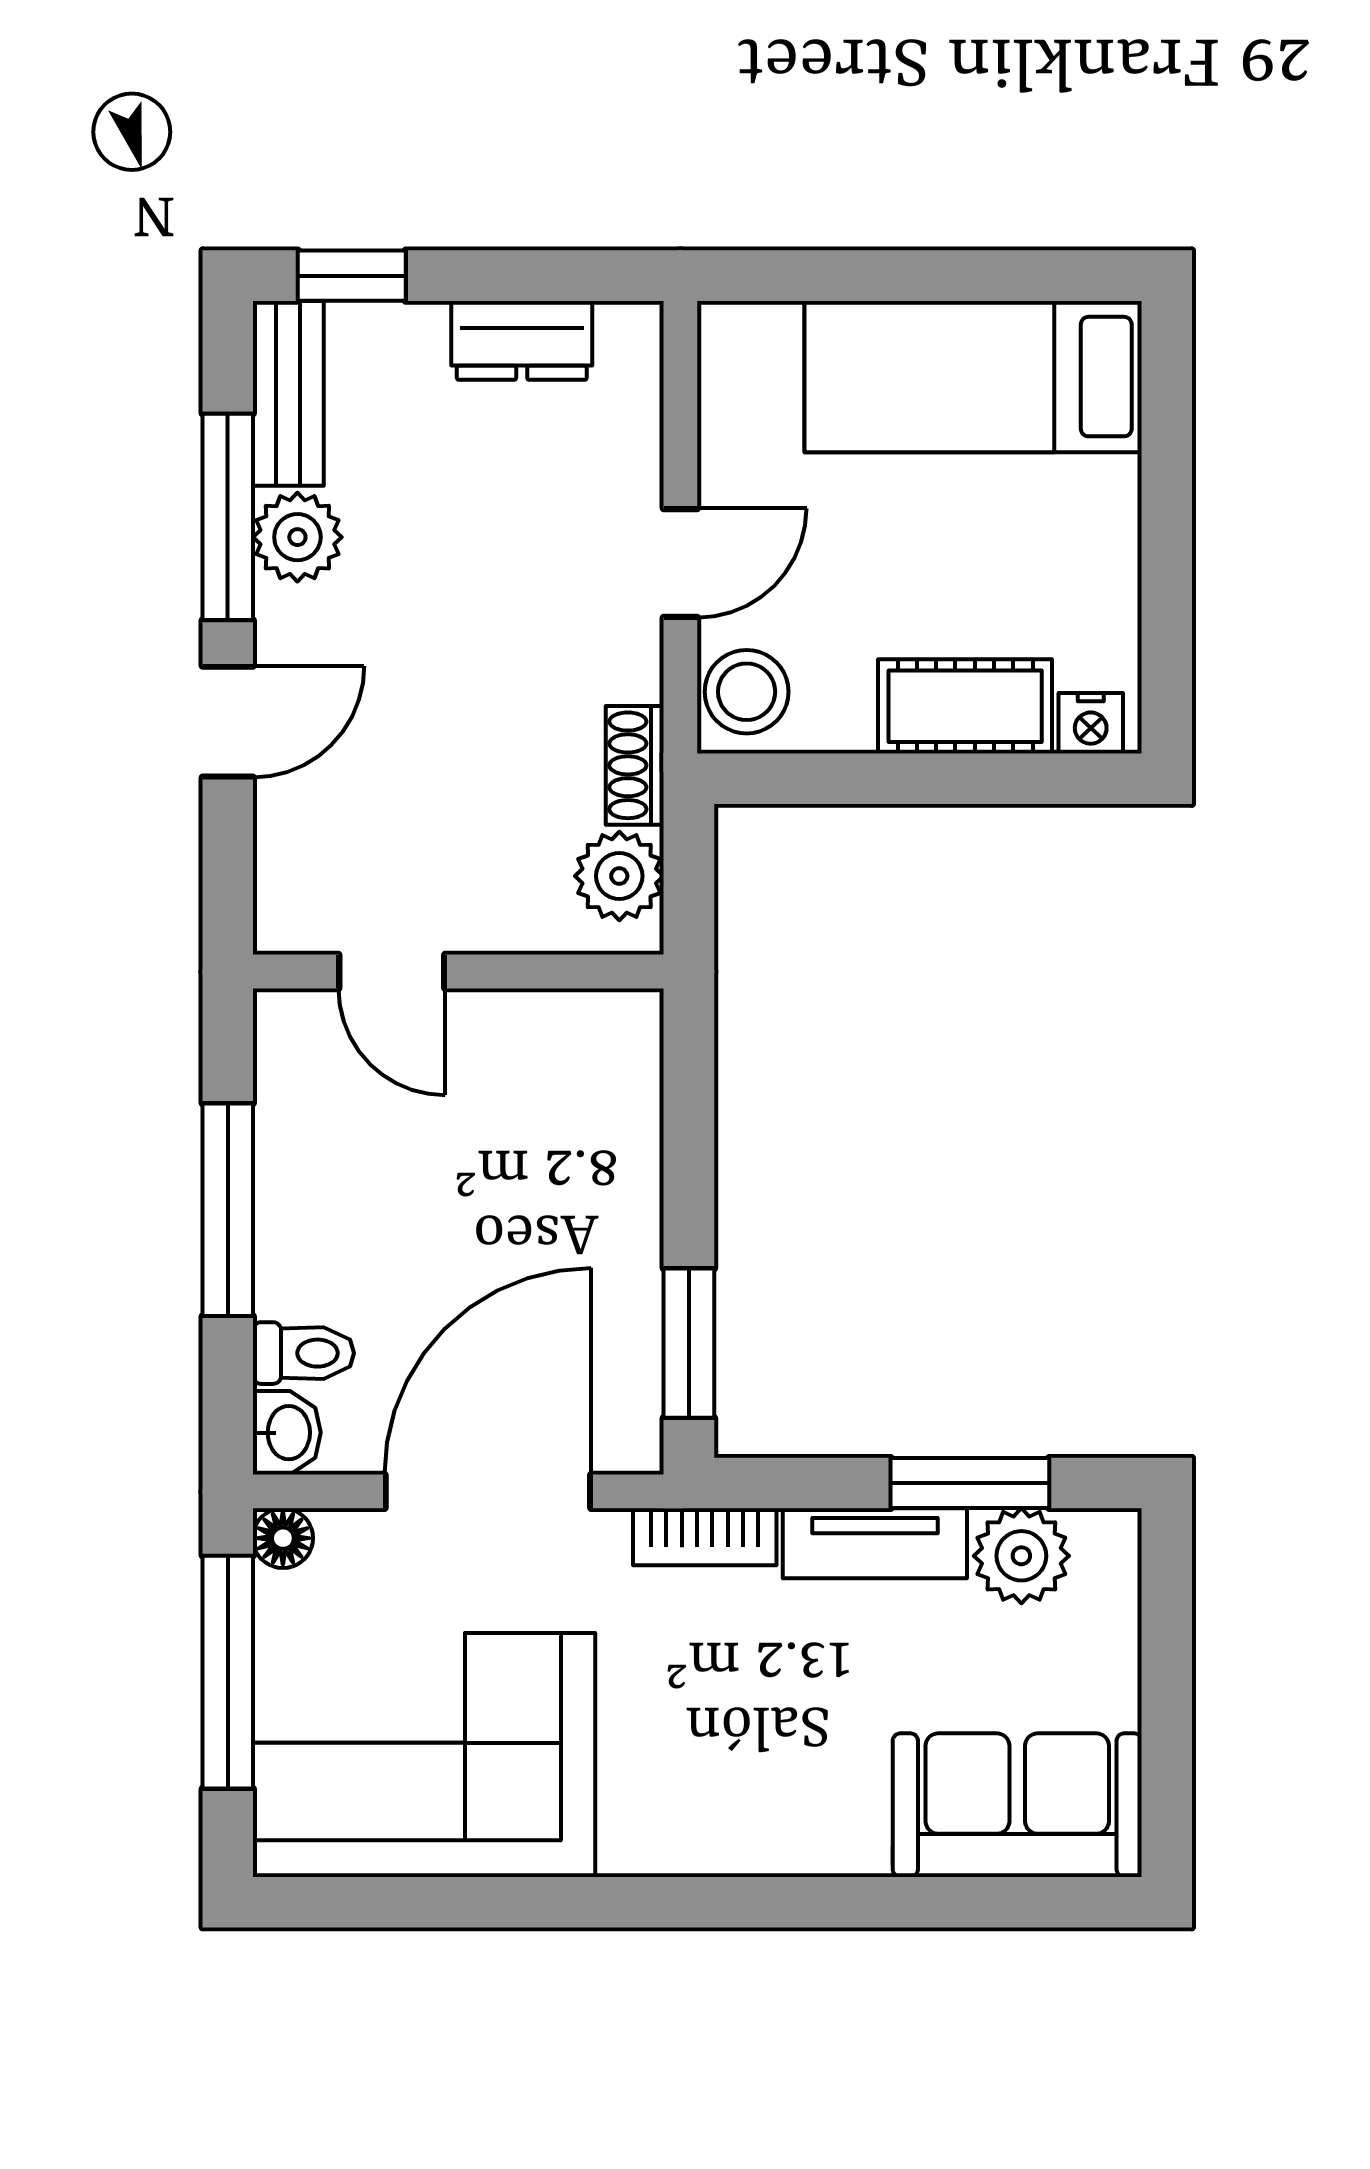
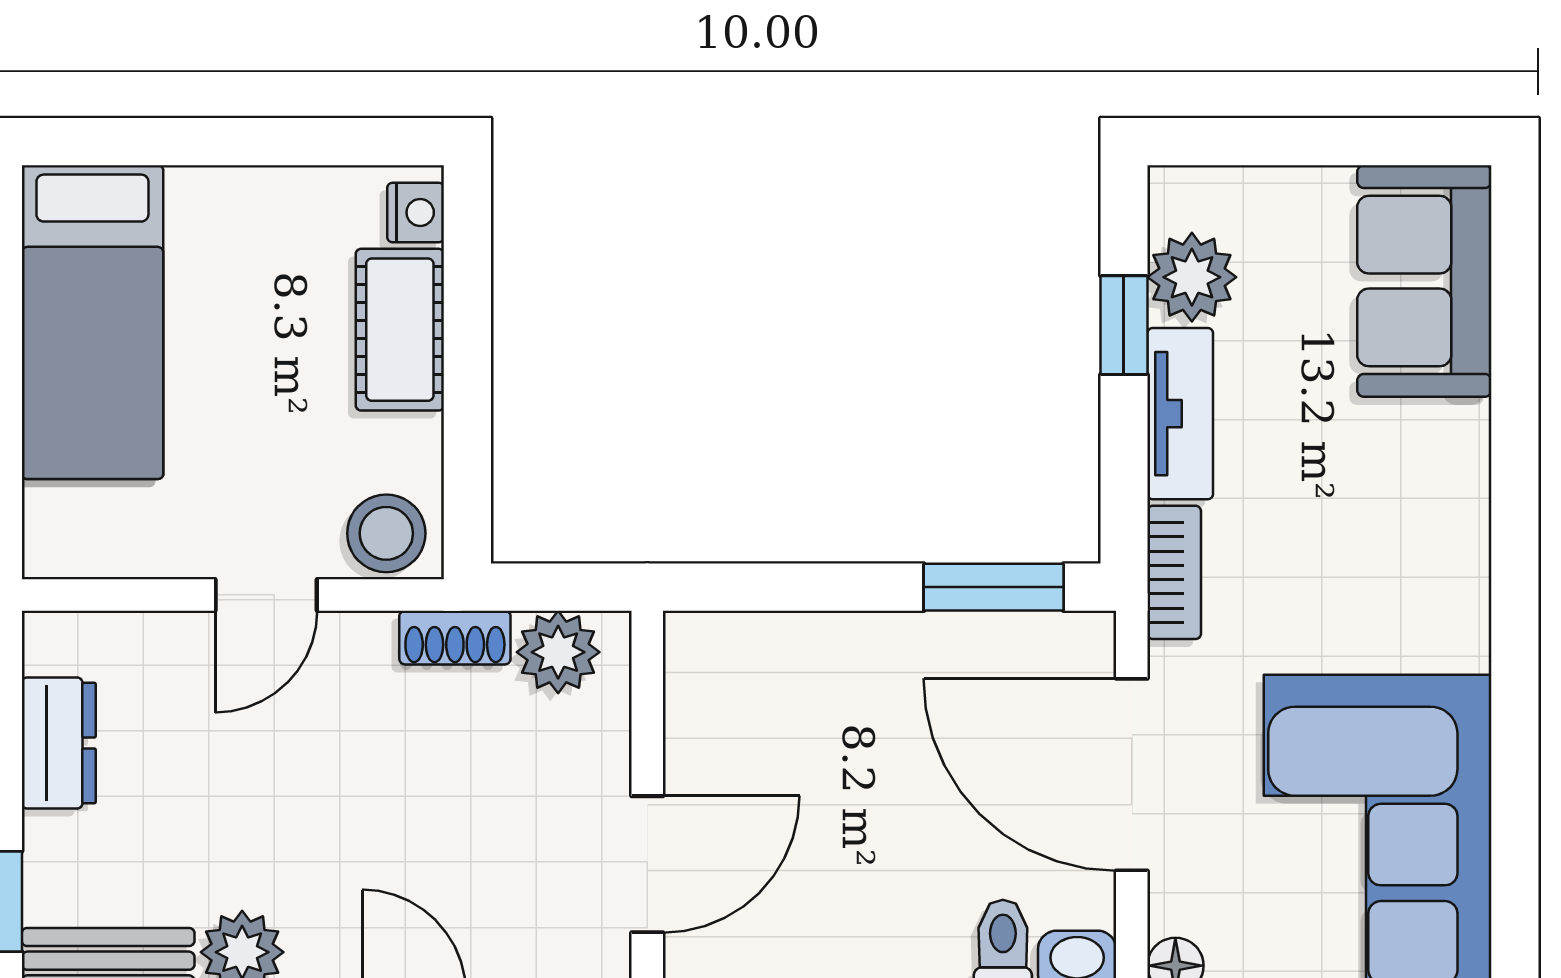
door: (680, 563) -> (266, 595), swing flipped
door: (392, 972) -> (647, 864), width x1.38
window: (970, 1483) -> (1124, 325), width x0.67

